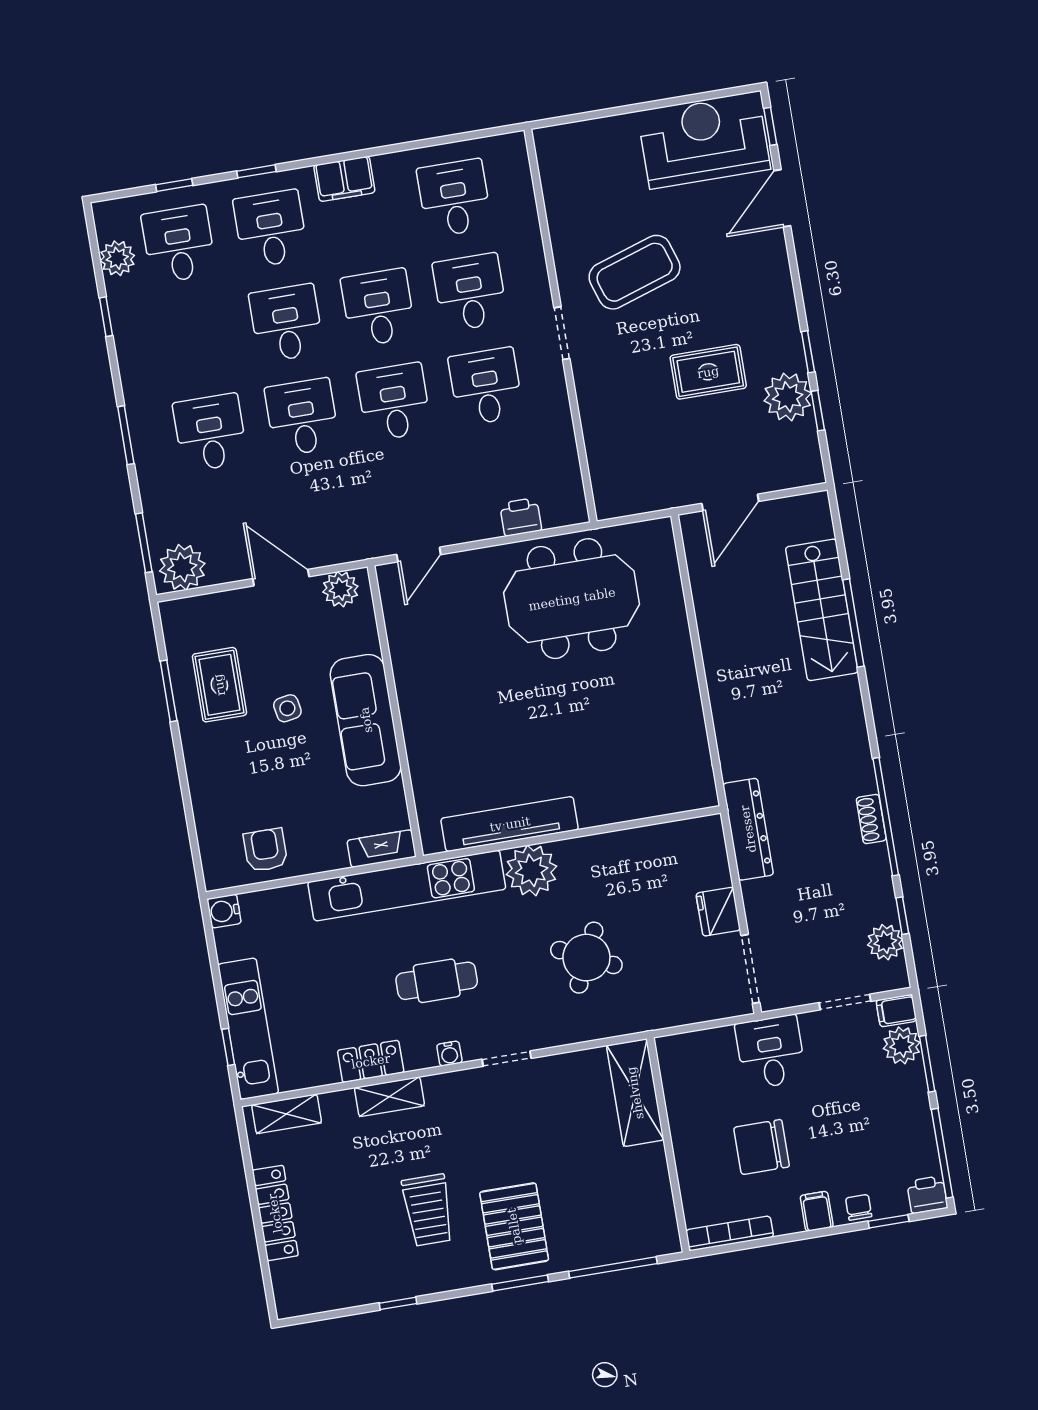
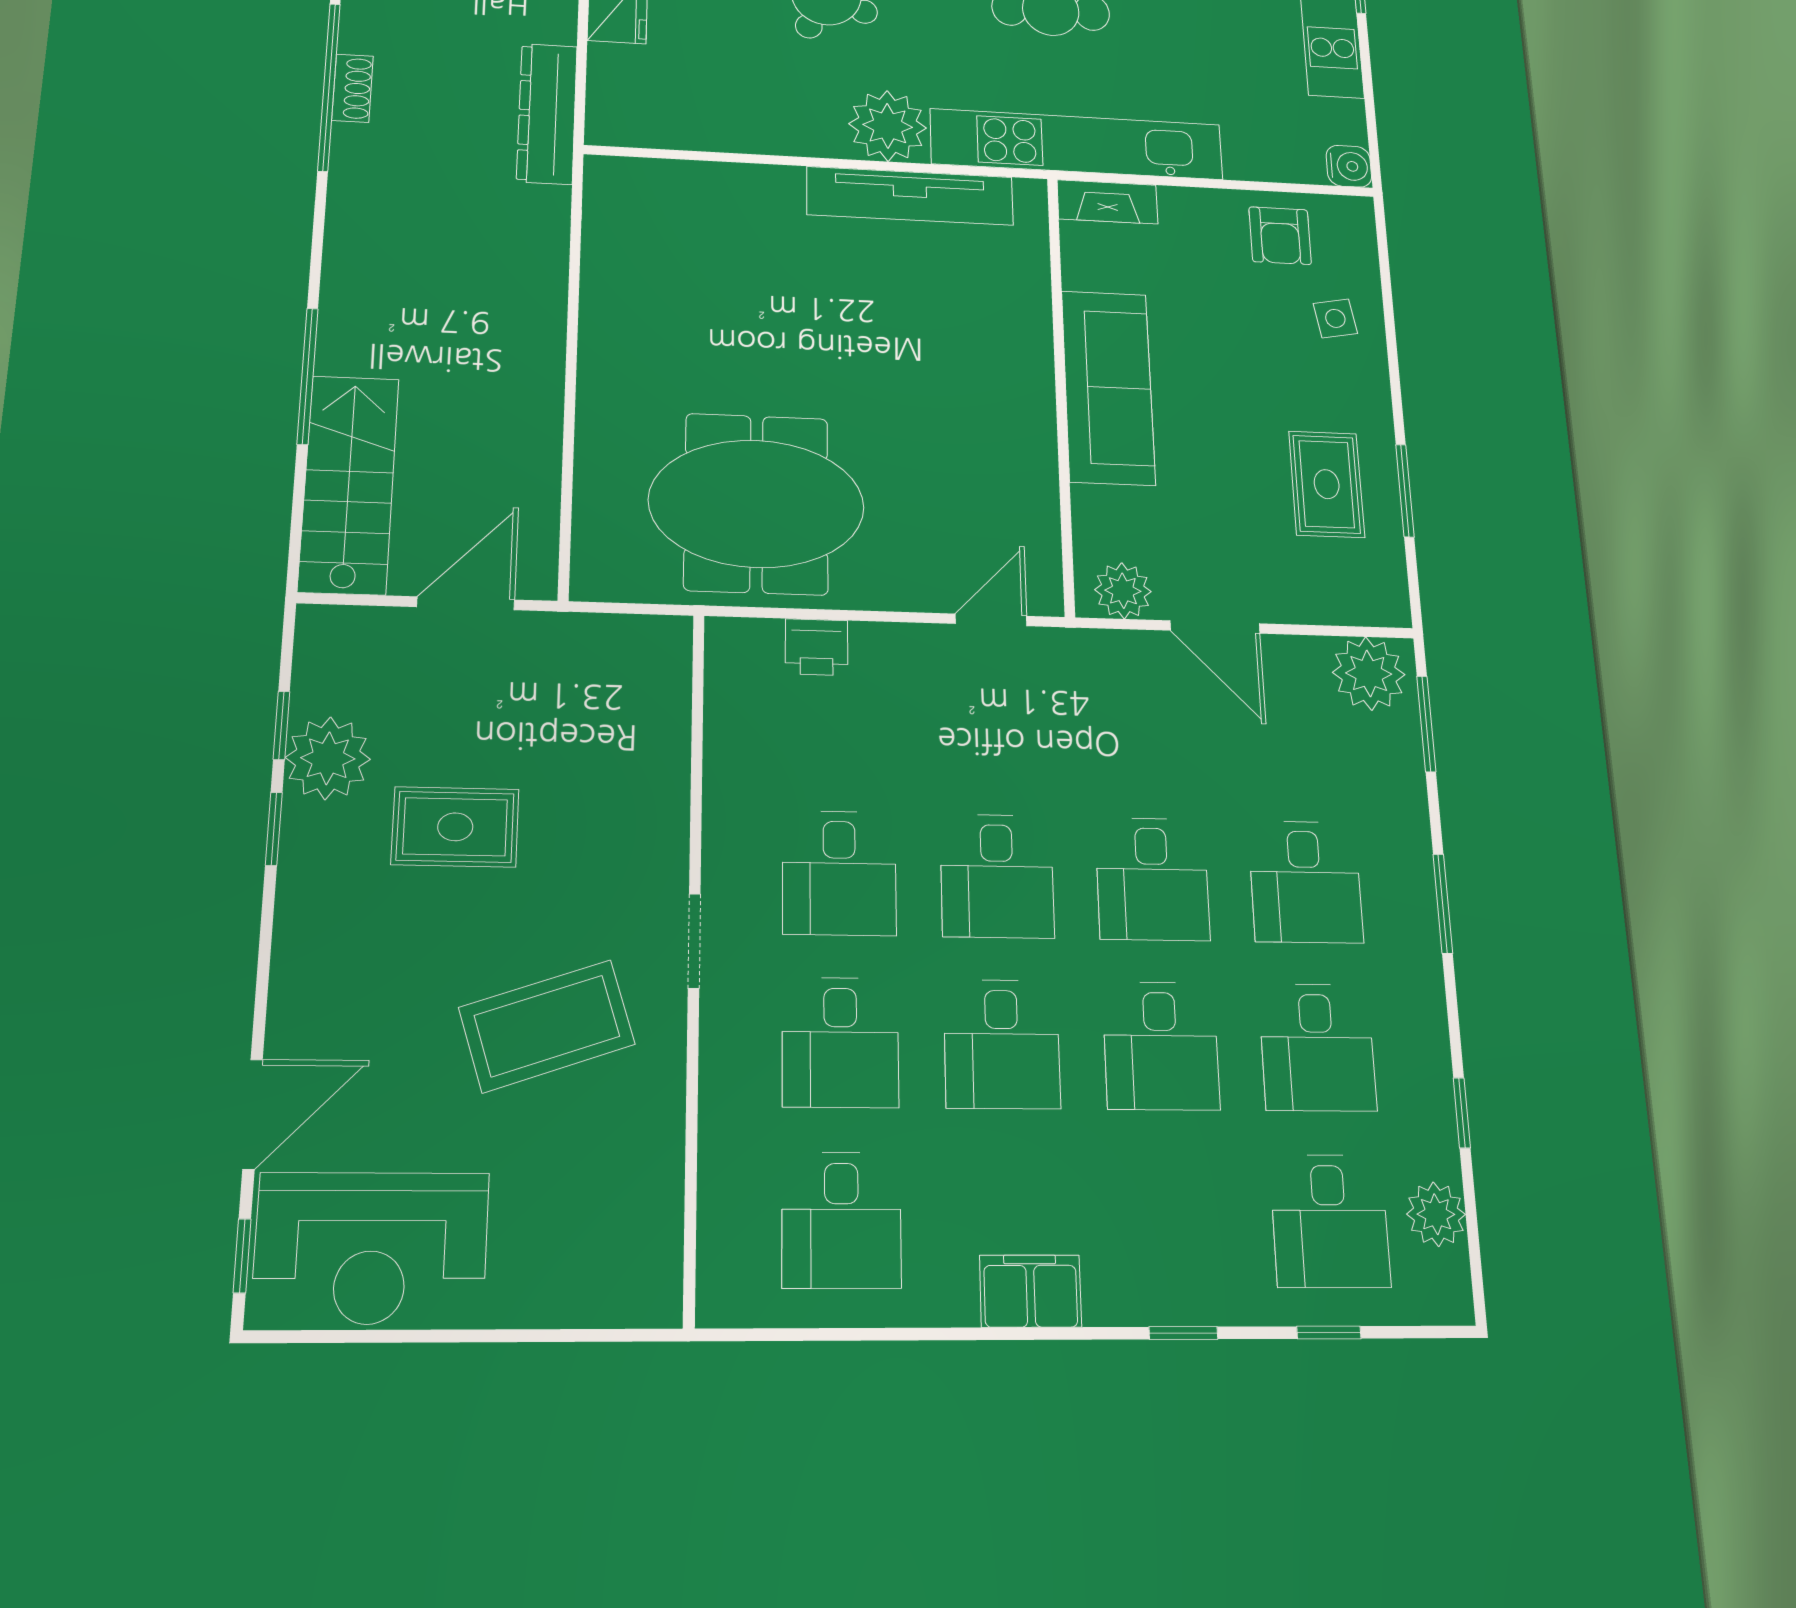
desk: (271, 229) -> (1317, 1047), moved
stairs: (822, 610) -> (349, 484), moved
side table: (287, 708) -> (1335, 318), moved

